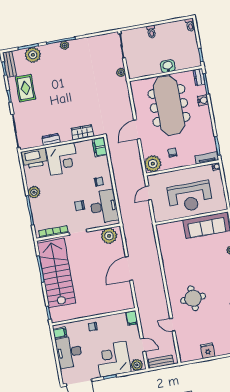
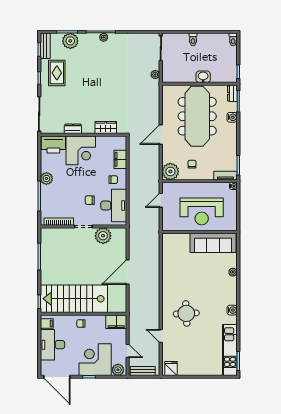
filing cabinet: (100, 147) -> (120, 159), moved
plant: (109, 236) -> (103, 236), moved
stairs: (56, 273) -> (74, 299), moved, turned -90
filing cabinet: (132, 318) -> (116, 322), width x2.00
fridge: (208, 351) -> (171, 368), moved

